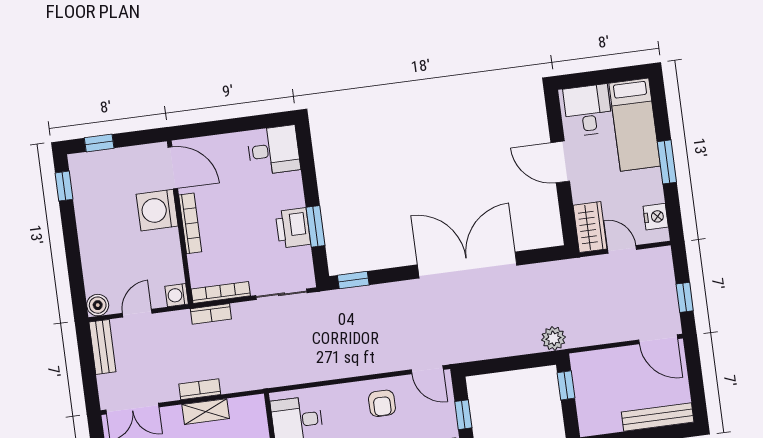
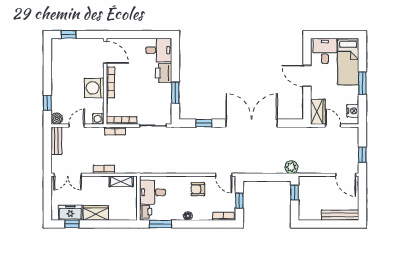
window: (64, 186) -> (47, 103), moved
washing machine: (157, 210) -> (94, 88), moved
printer: (293, 228) -> (164, 73), moved
window: (353, 280) -> (204, 123), moved
armchair: (382, 403) -> (198, 189), turned 90
shelving: (206, 412) -> (121, 181), moved

